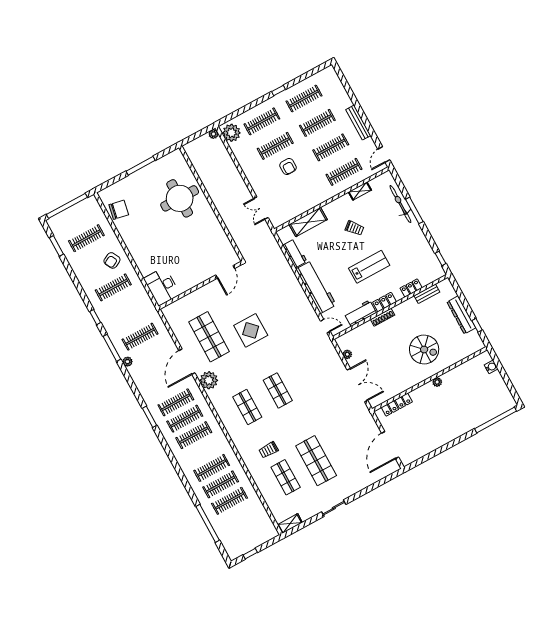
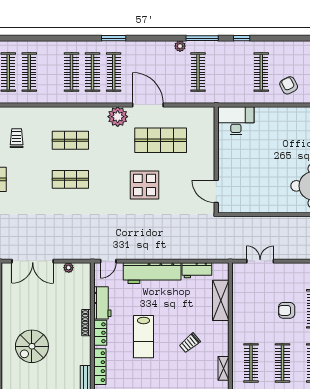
locker: (411, 288) -> (100, 367), width x1.53

